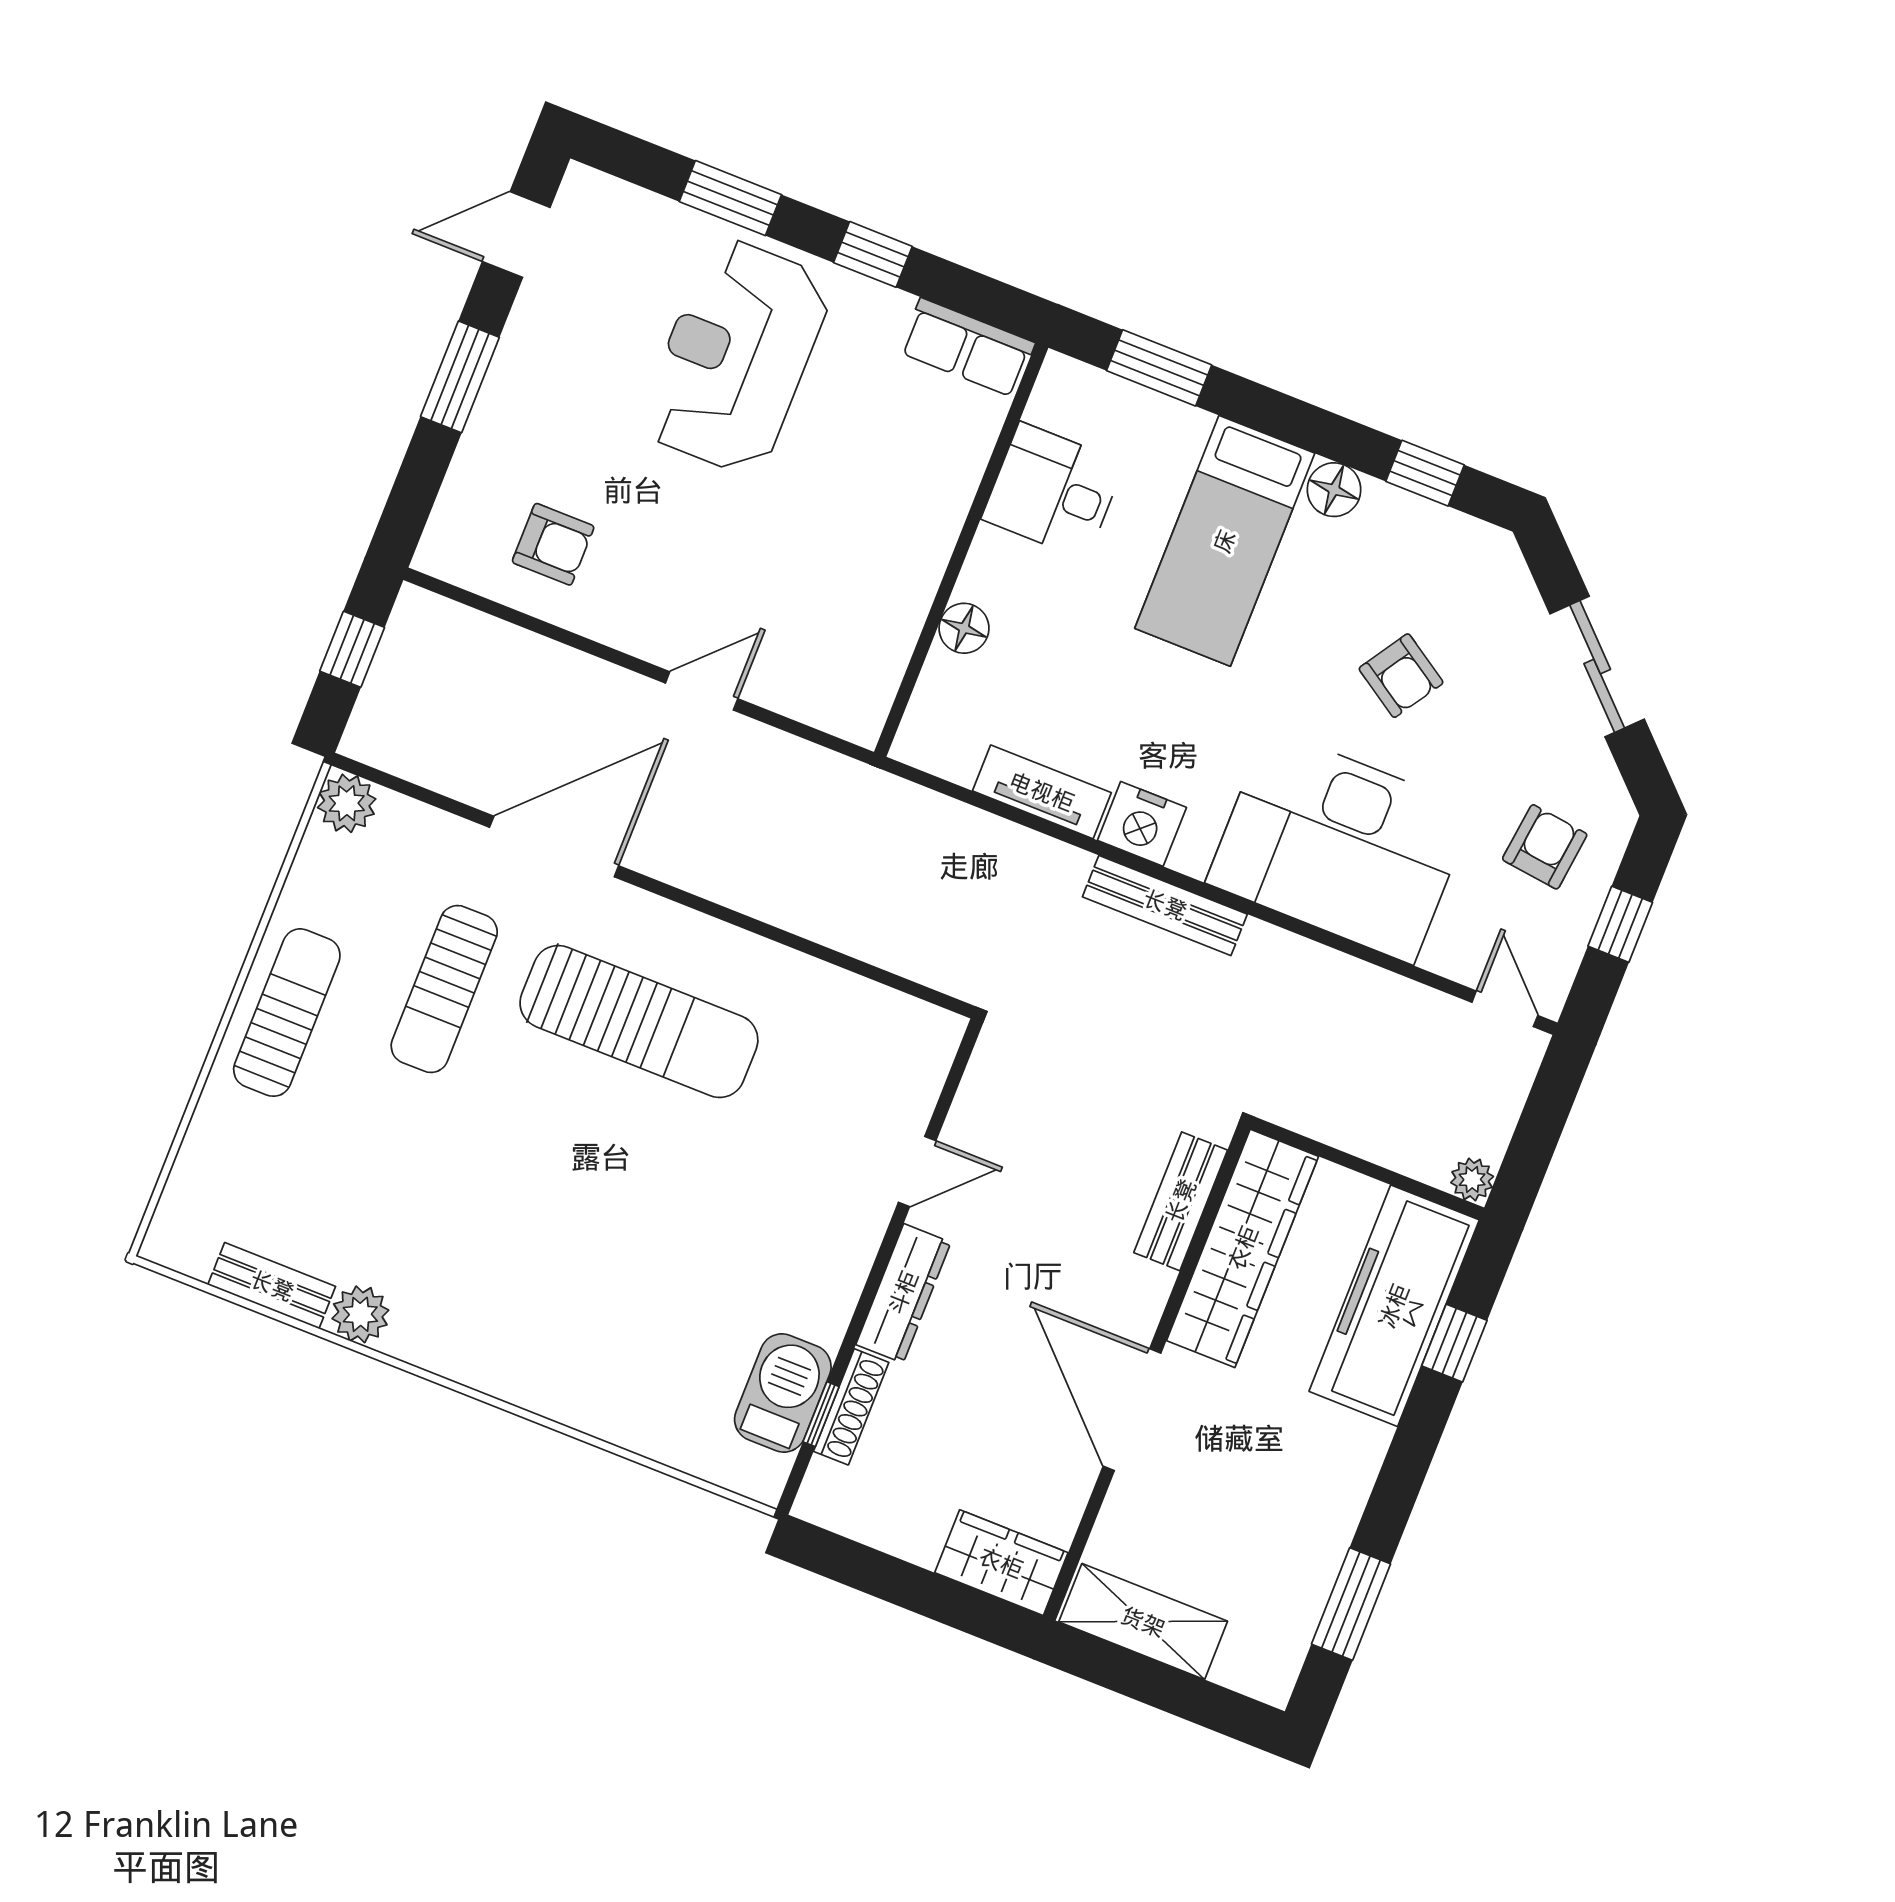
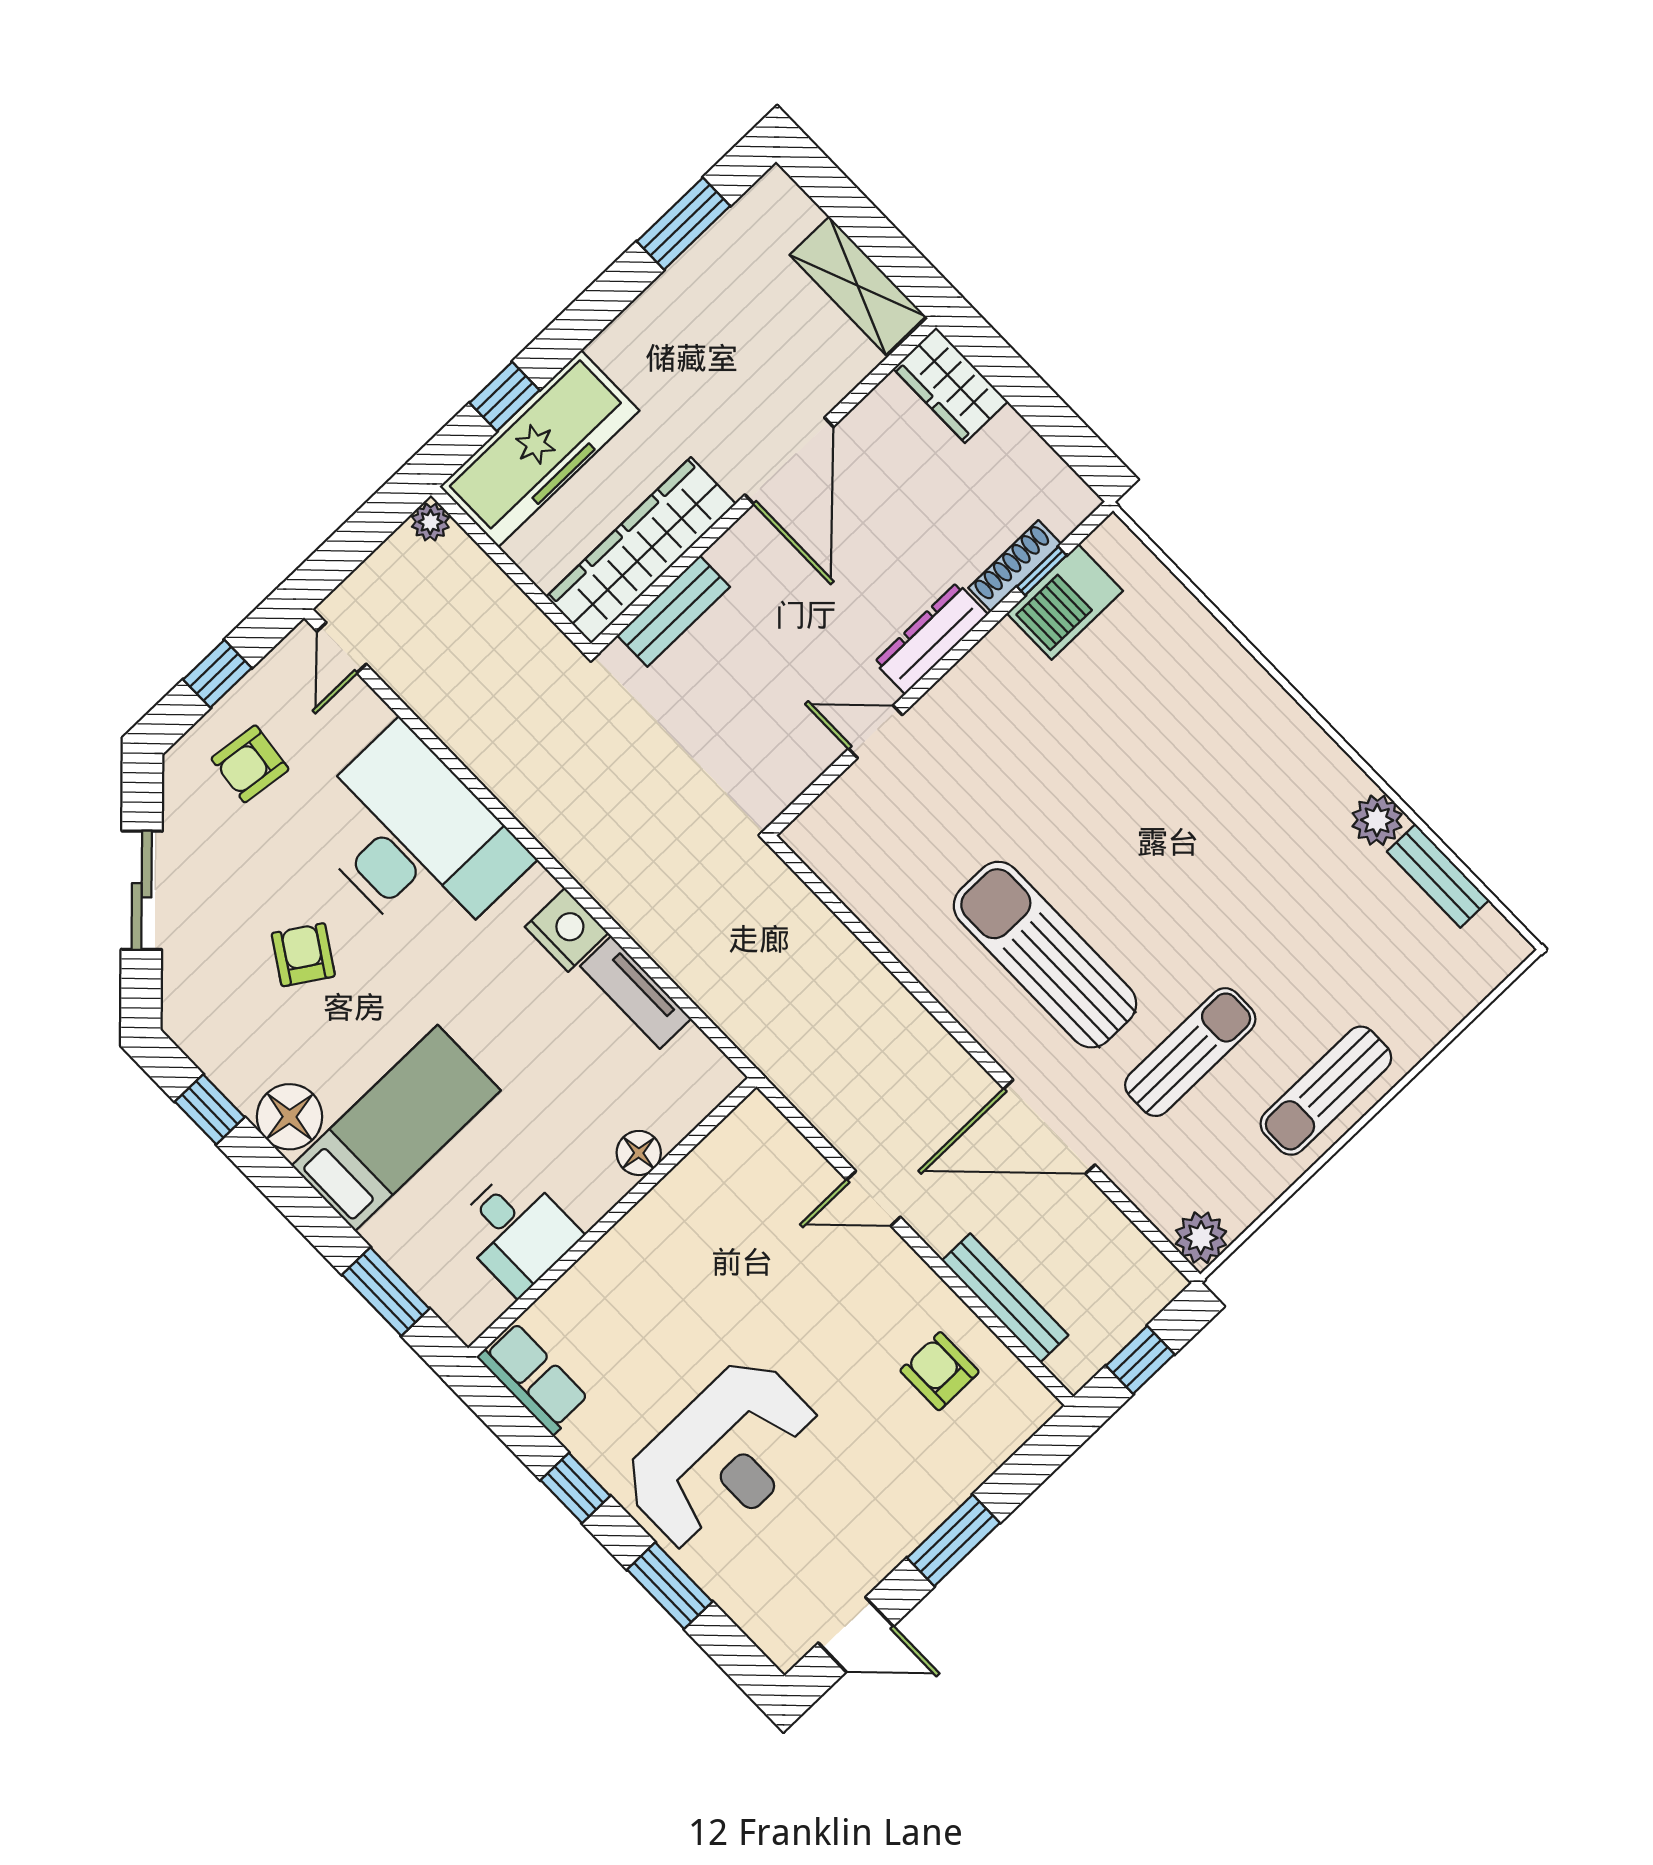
floor lamp: (1334, 490) -> (290, 1117), width x1.38, depth x1.38
bench: (1165, 905) -> (1005, 1298), moved

